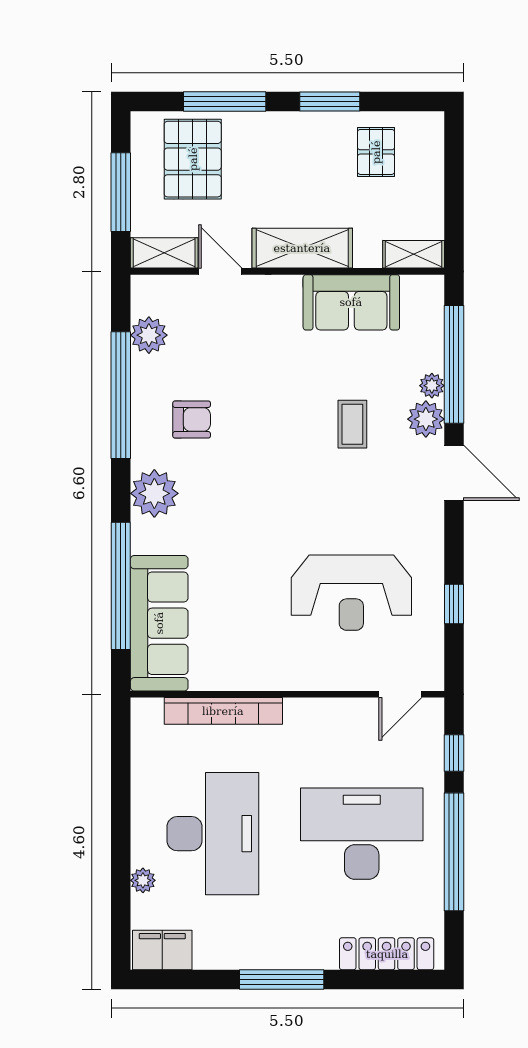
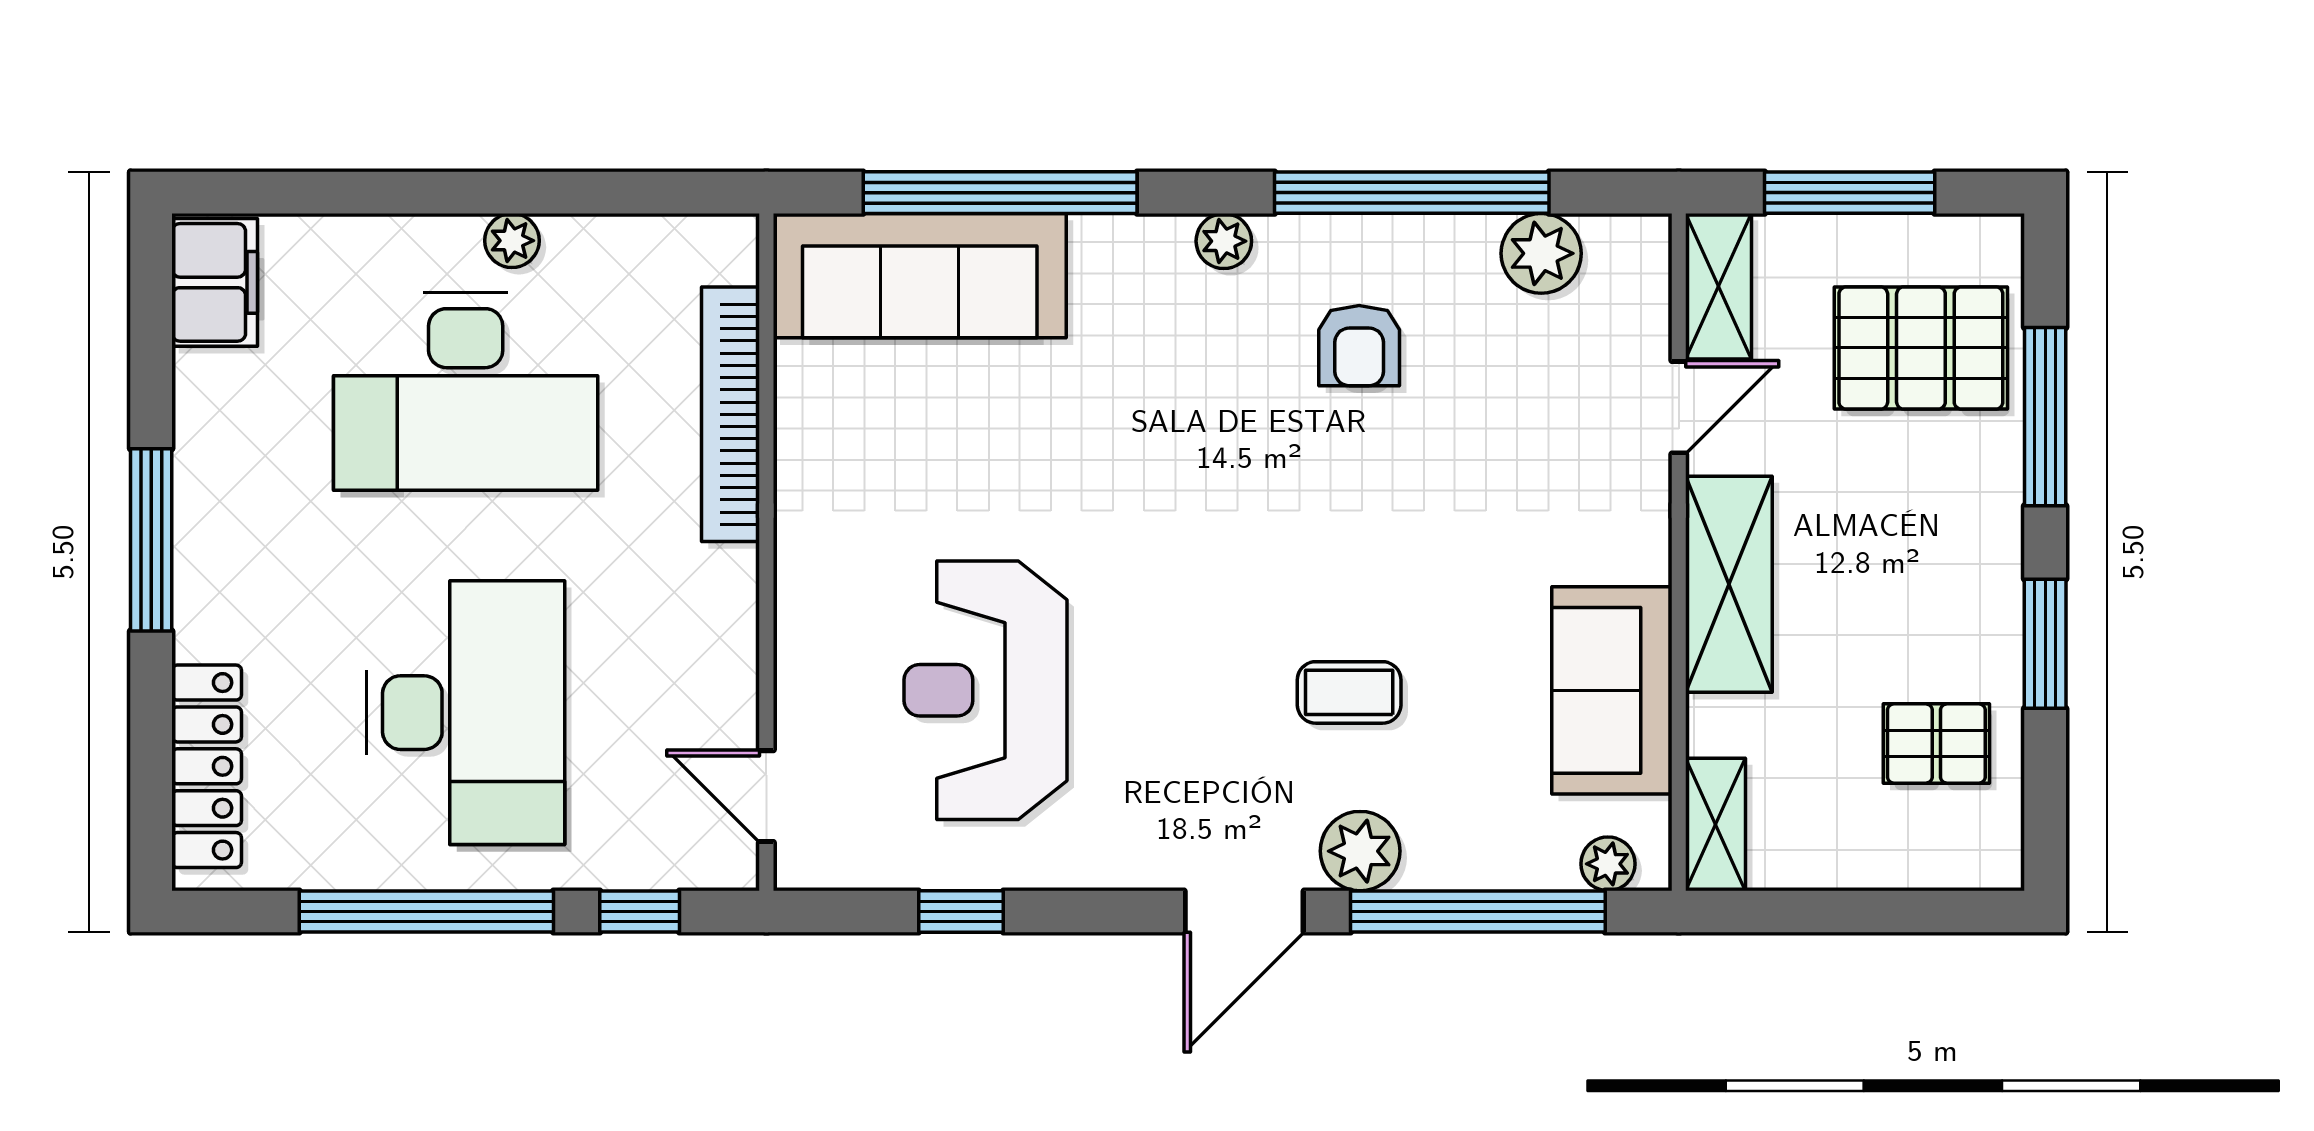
plant: (432, 386) -> (1608, 864), moved
plant: (154, 493) -> (1224, 241), width x0.53, depth x0.53
plant: (143, 880) -> (512, 241), moved

